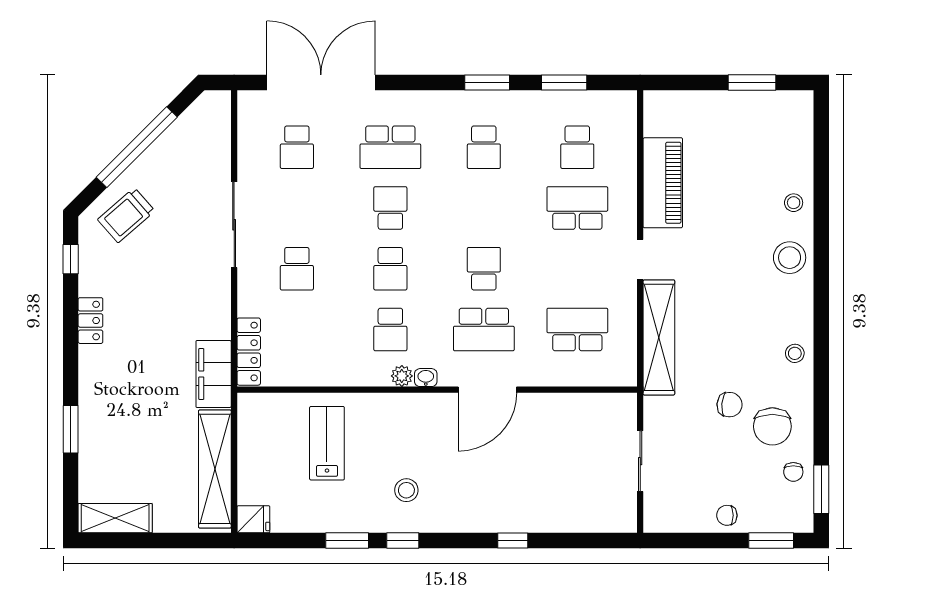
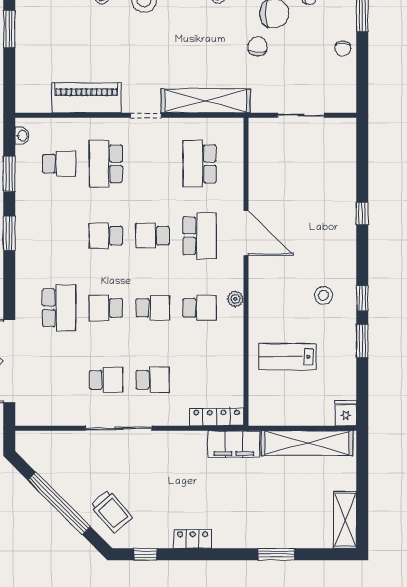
school desk: (297, 147) -> (106, 380), moved
school desk: (484, 147) -> (106, 236), moved, turned 180
washbasin: (426, 378) -> (22, 136), moved, turned 180

